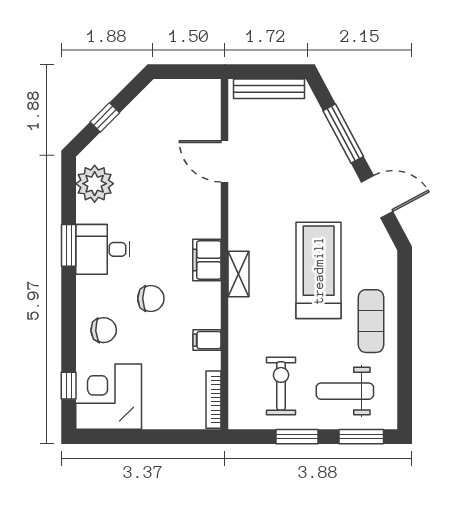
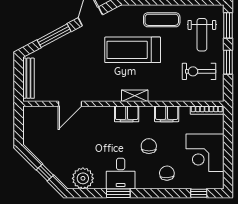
filing cabinet: (207, 340) -> (167, 114), width x2.00
corner desk: (109, 397) -> (205, 153), moved

